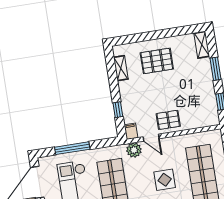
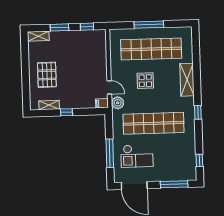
window: (118, 110) -> (67, 112), moved
pallet: (168, 120) -> (97, 72), removed
door: (151, 138) -> (109, 87), hinge flipped

